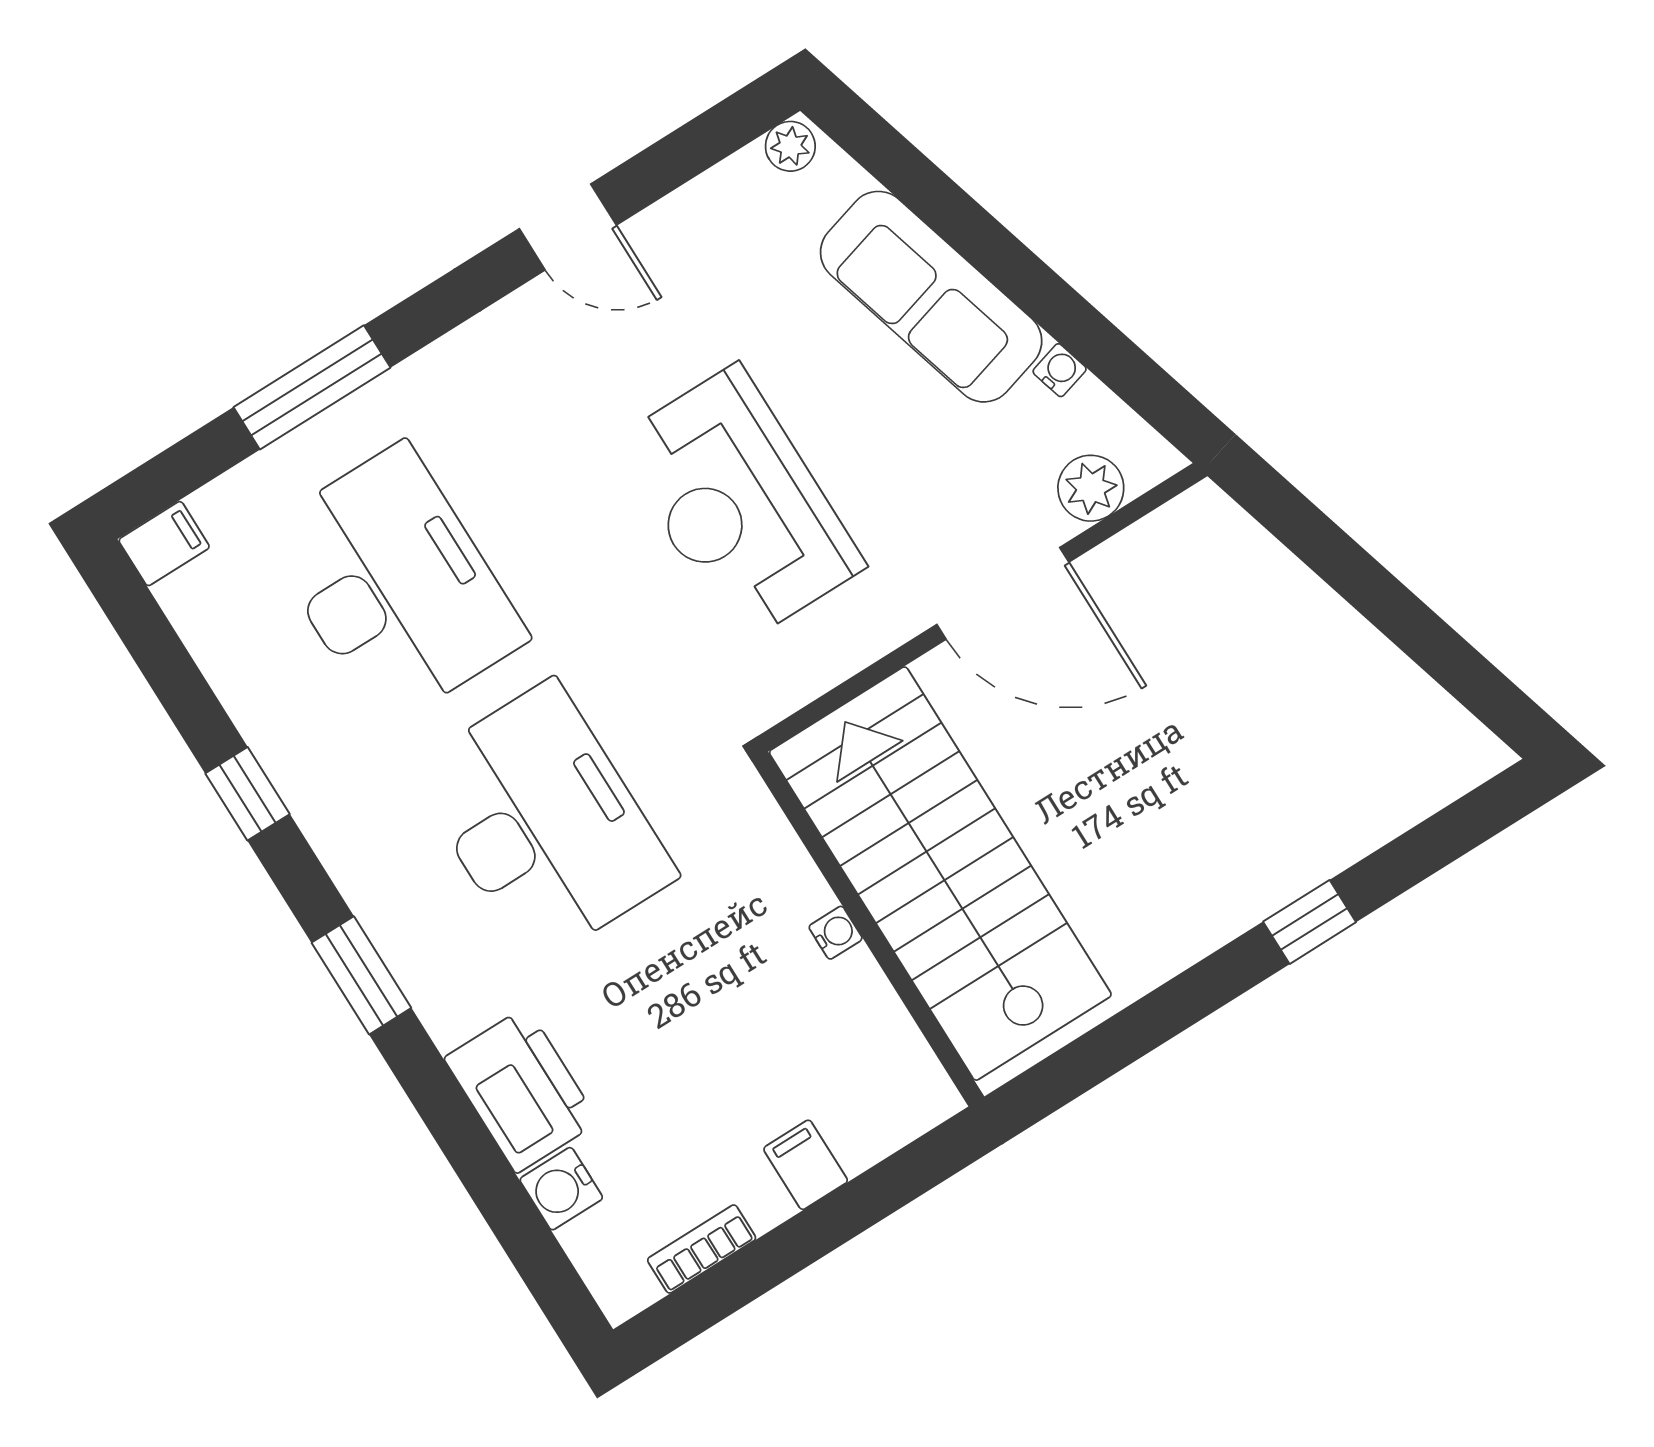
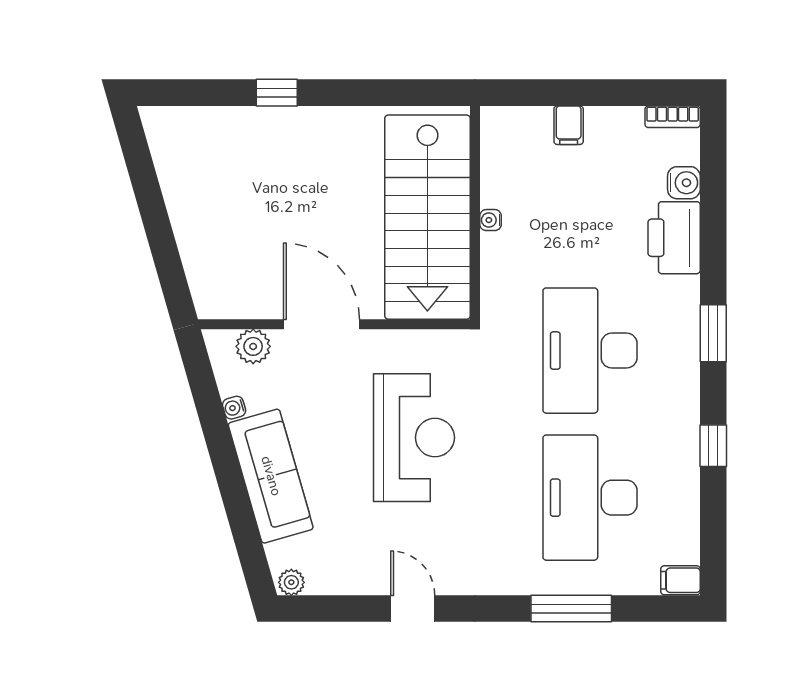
bookcase: (702, 1249) -> (673, 117), moved

